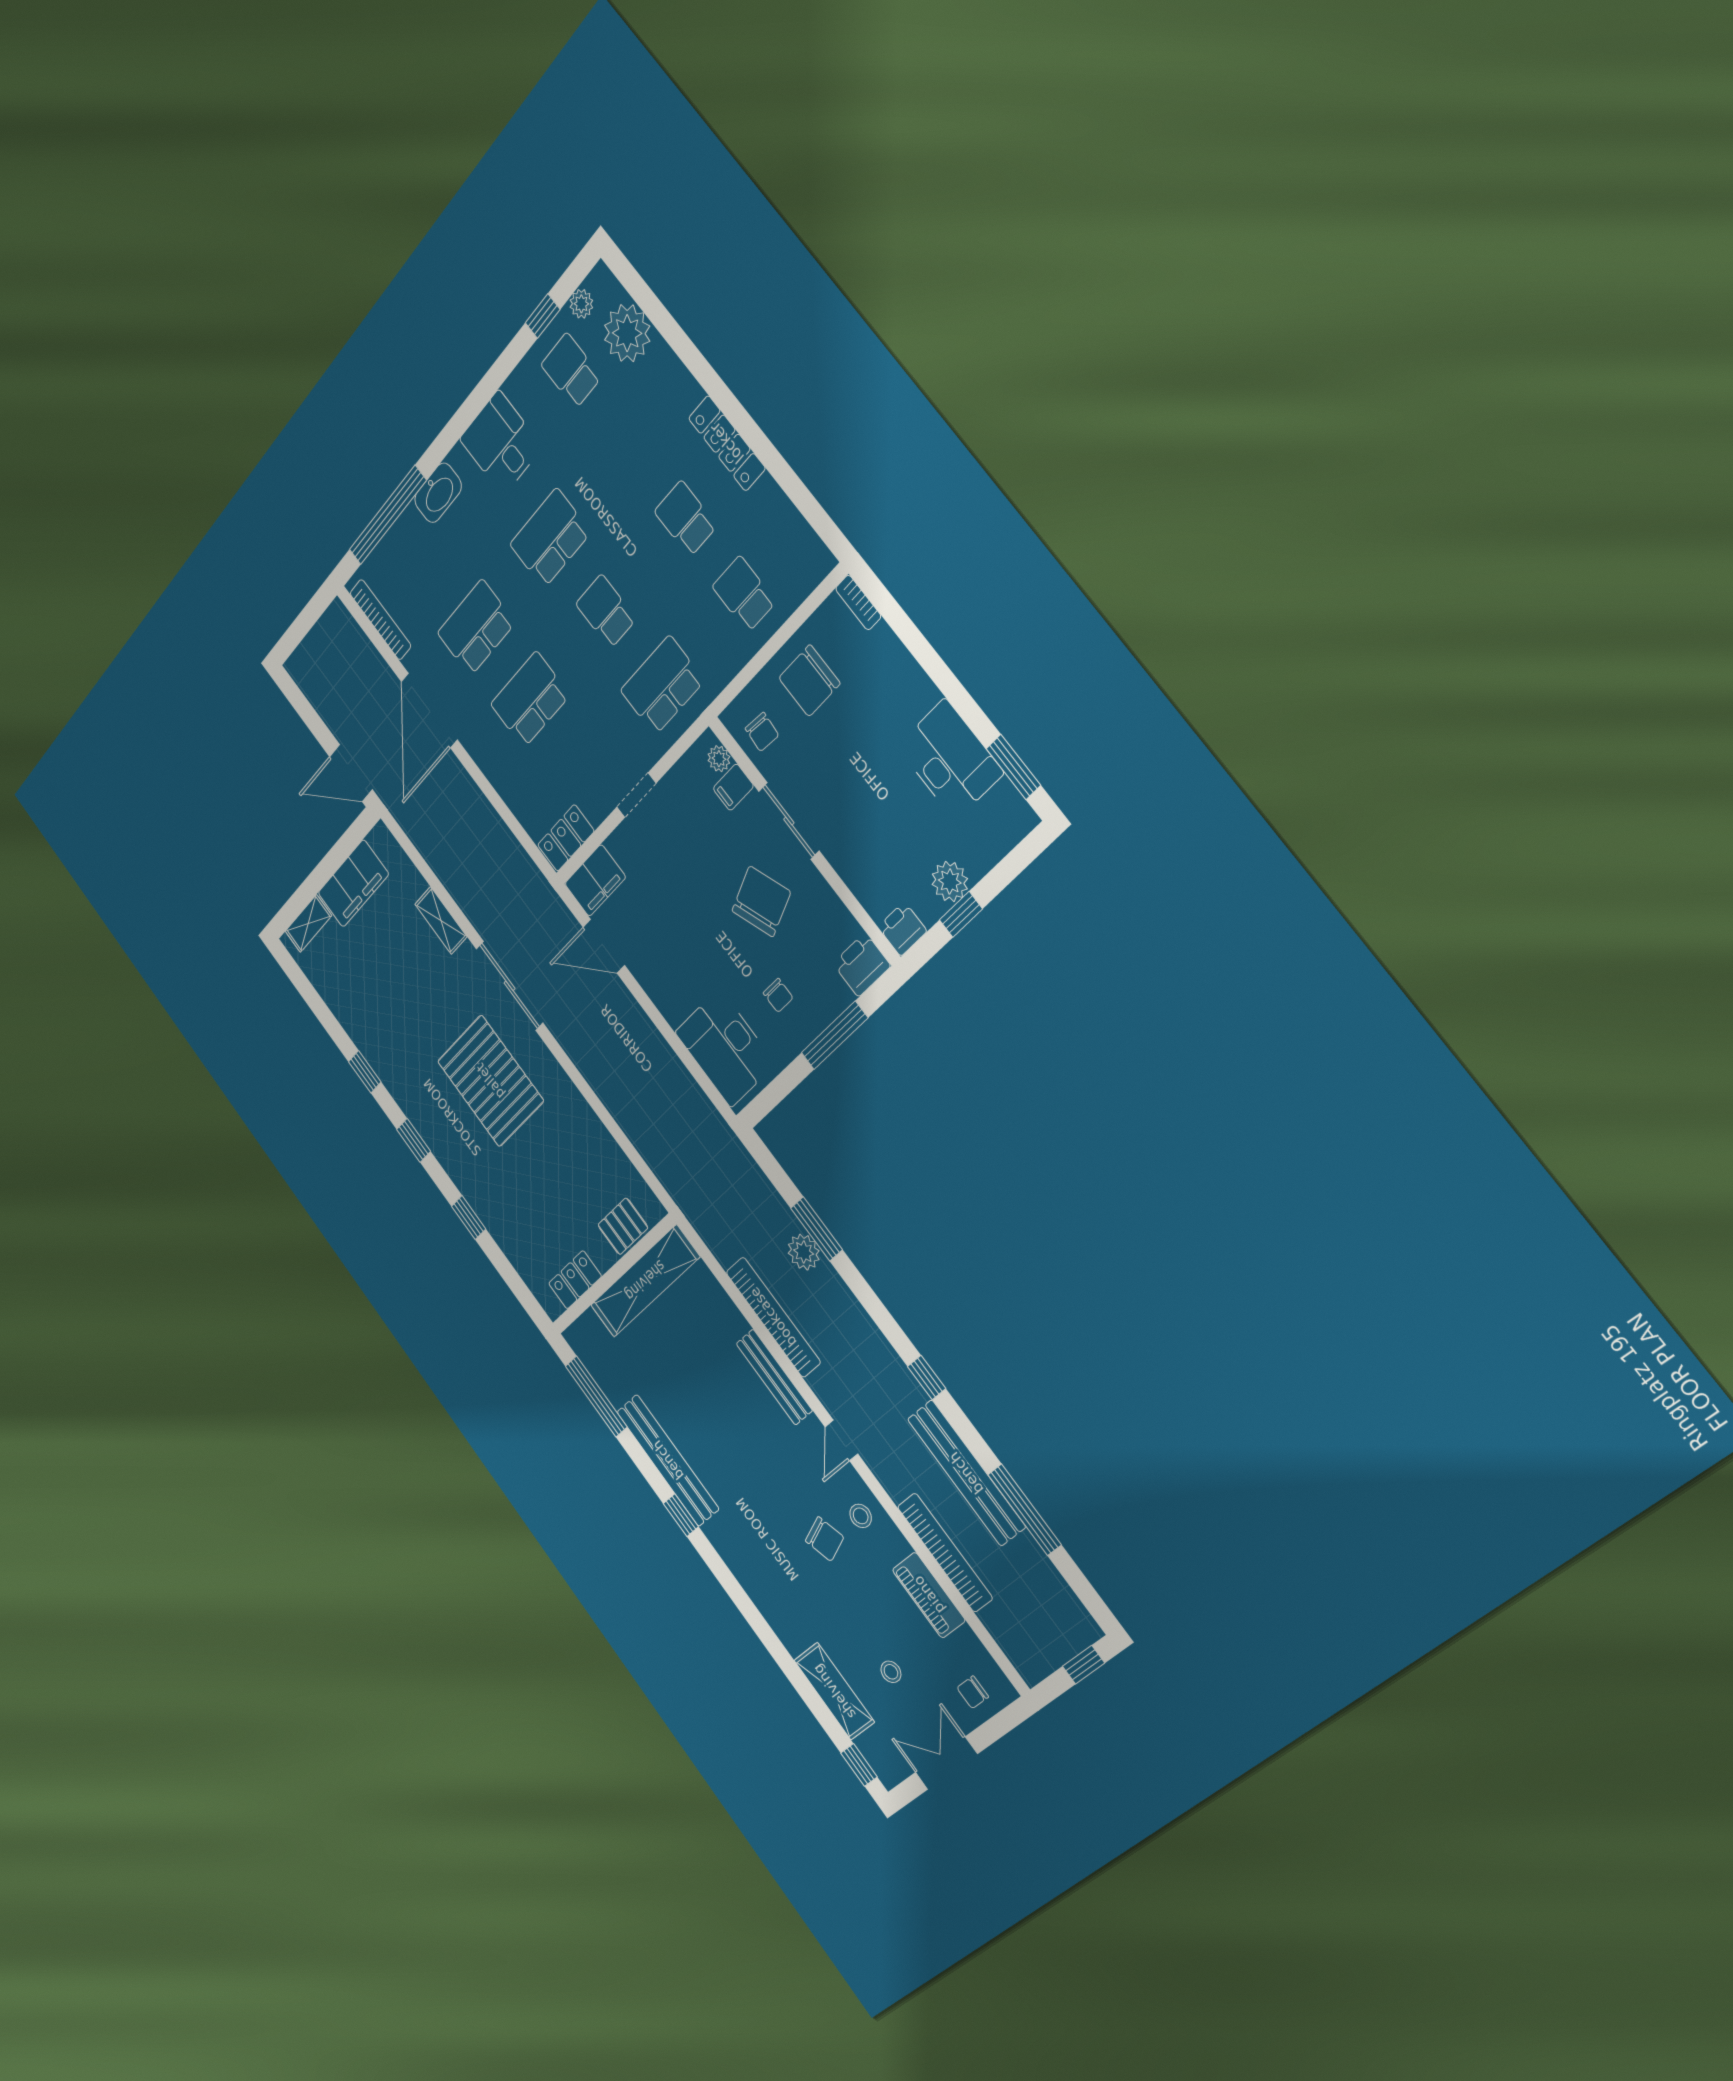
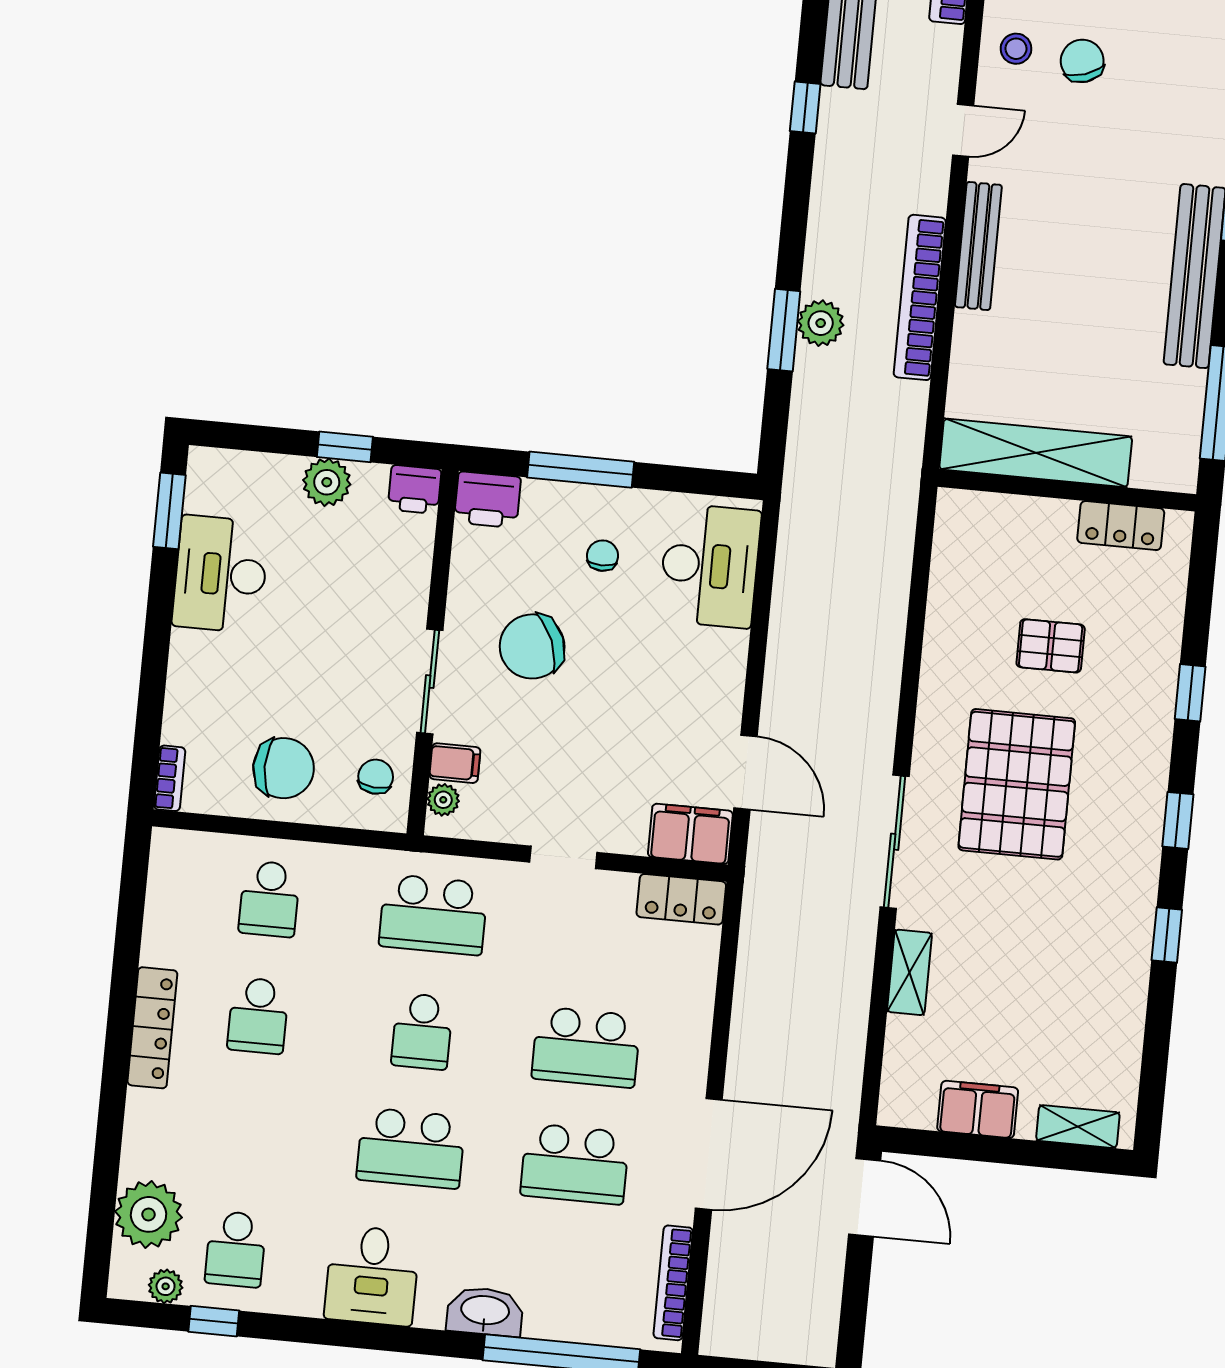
filing cabinet: (353, 883) -> (978, 1109), width x0.67, depth x0.86
pallet: (623, 1226) -> (1051, 646), moved

